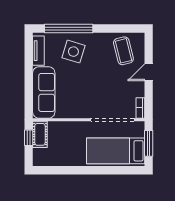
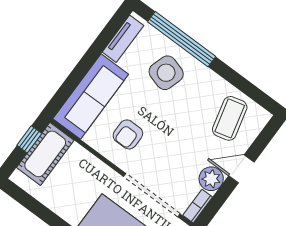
plant: (137, 89) -> (211, 179), added
armchair: (77, 98) -> (128, 134), added
cot: (40, 134) -> (45, 154), width x1.37, depth x1.34

